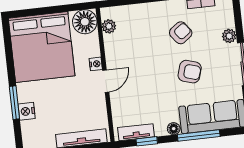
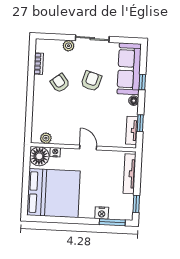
nightstand: (96, 64) -> (55, 152), moved
window: (14, 103) -> (112, 222), moved
window: (199, 136) -> (142, 82), width x0.46

